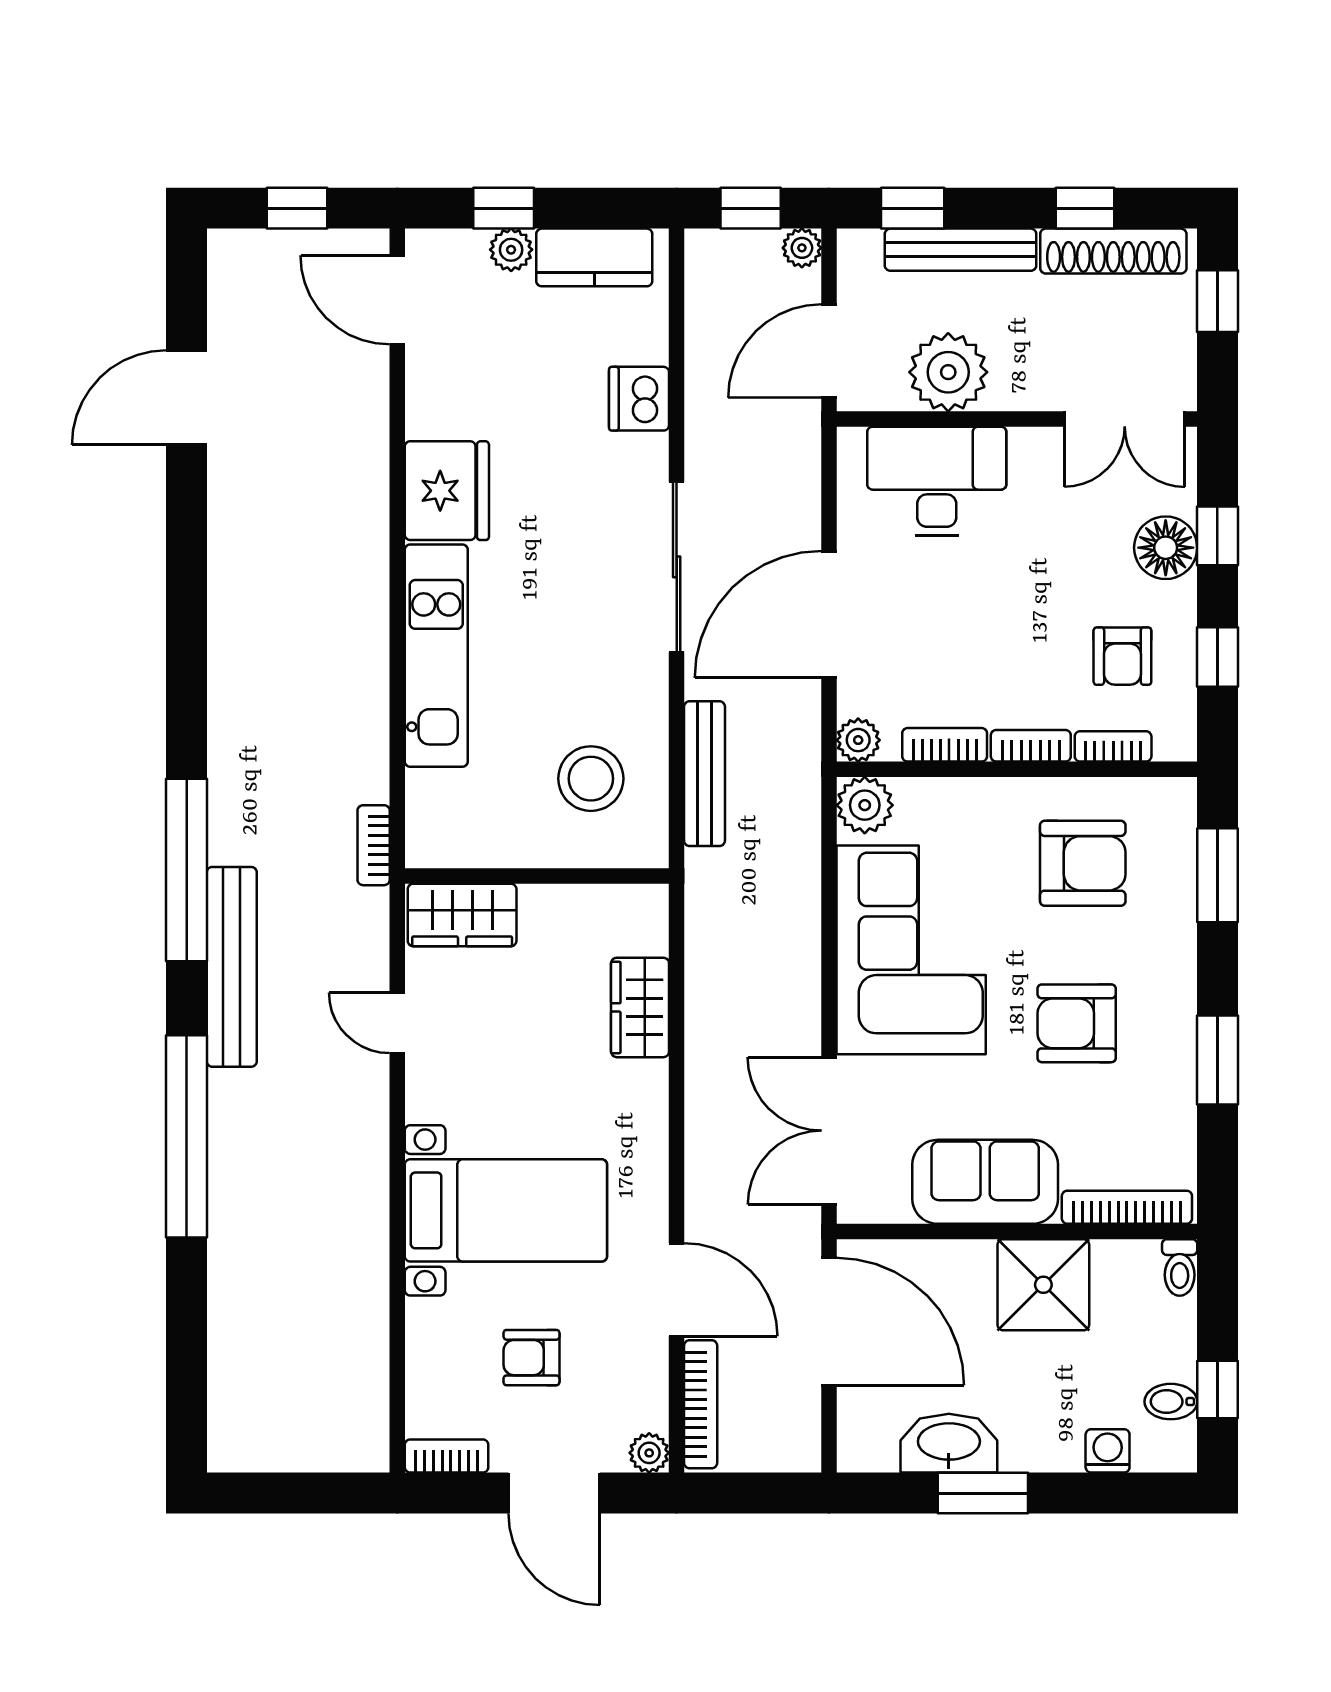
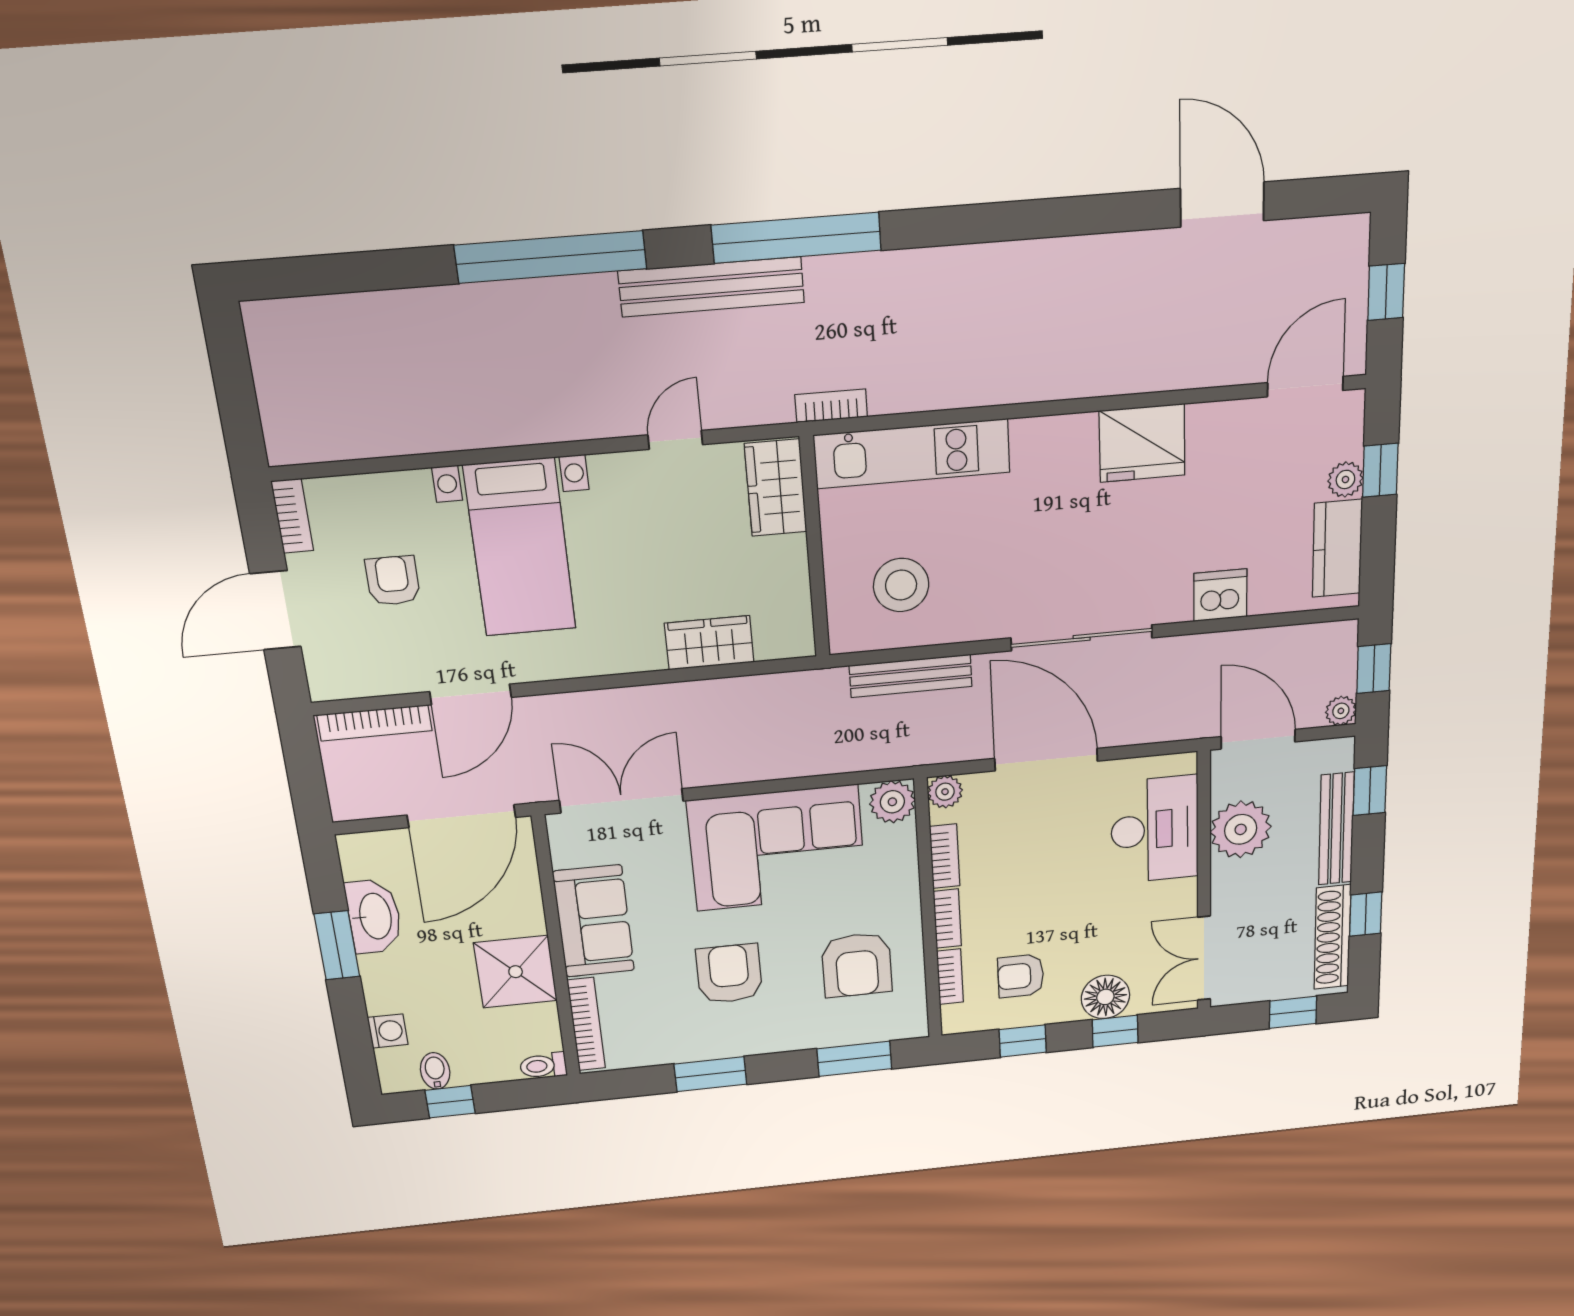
kitchen unit: (436, 656) -> (912, 454), moved
plant: (649, 1453) -> (325, 685), removed

